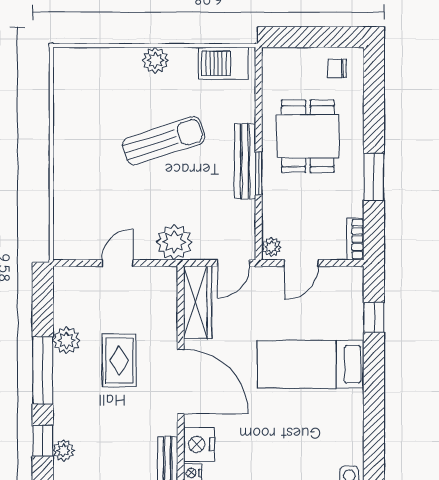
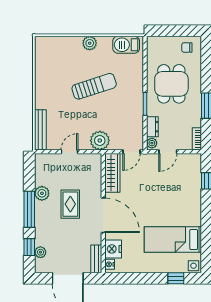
bench: (245, 161) -> (40, 130), moved
dresser: (272, 216) -> (152, 127), added
bed: (311, 364) -> (173, 240), moved

